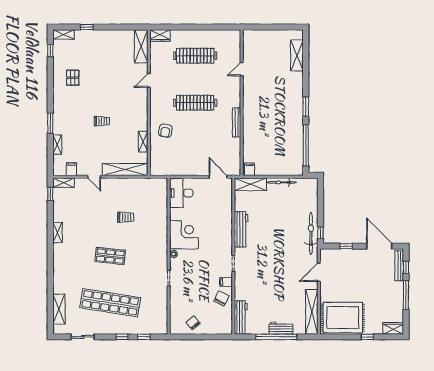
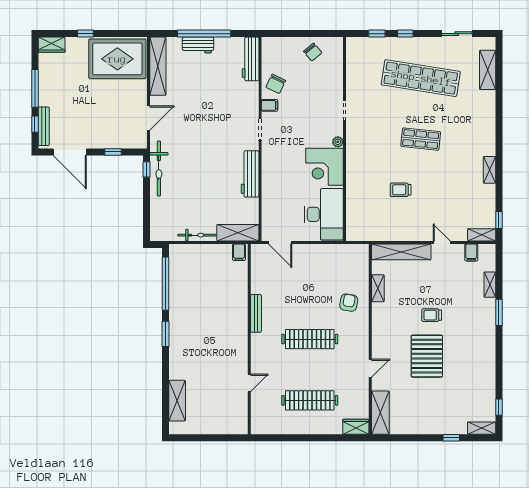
pallet: (73, 78) -> (427, 356), moved, width x2.05, depth x2.00
desk: (181, 193) -> (324, 214), width x1.36, depth x1.30

